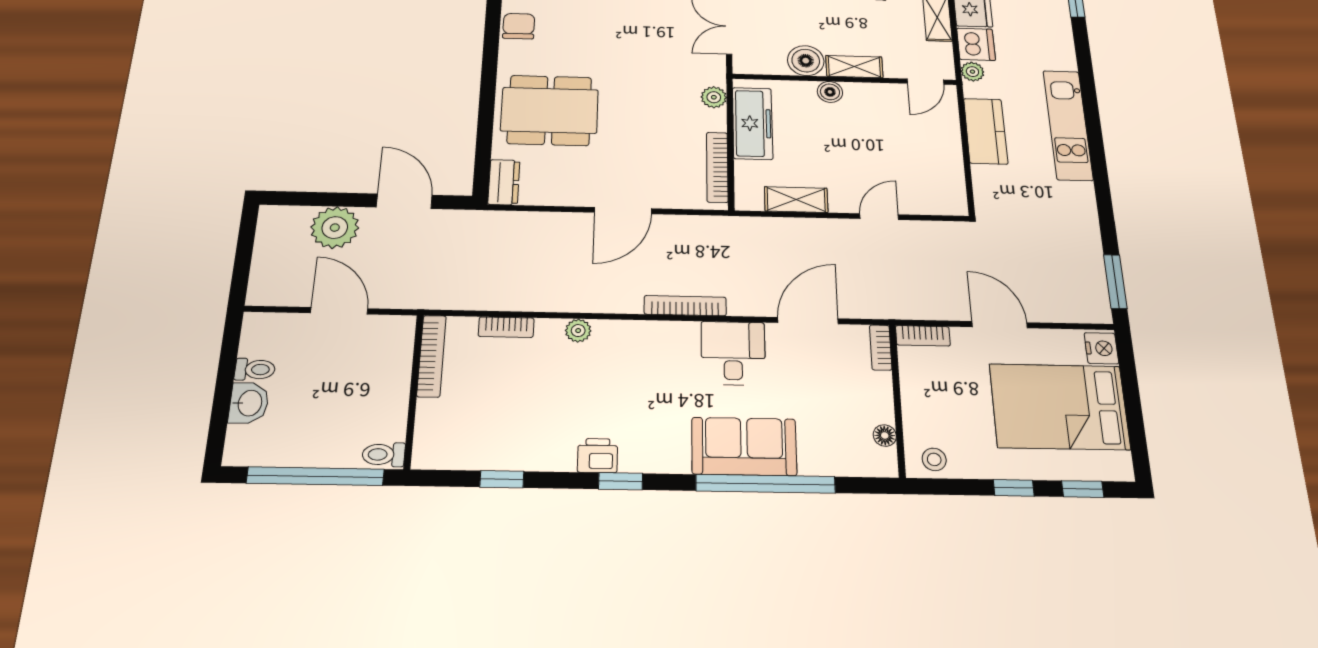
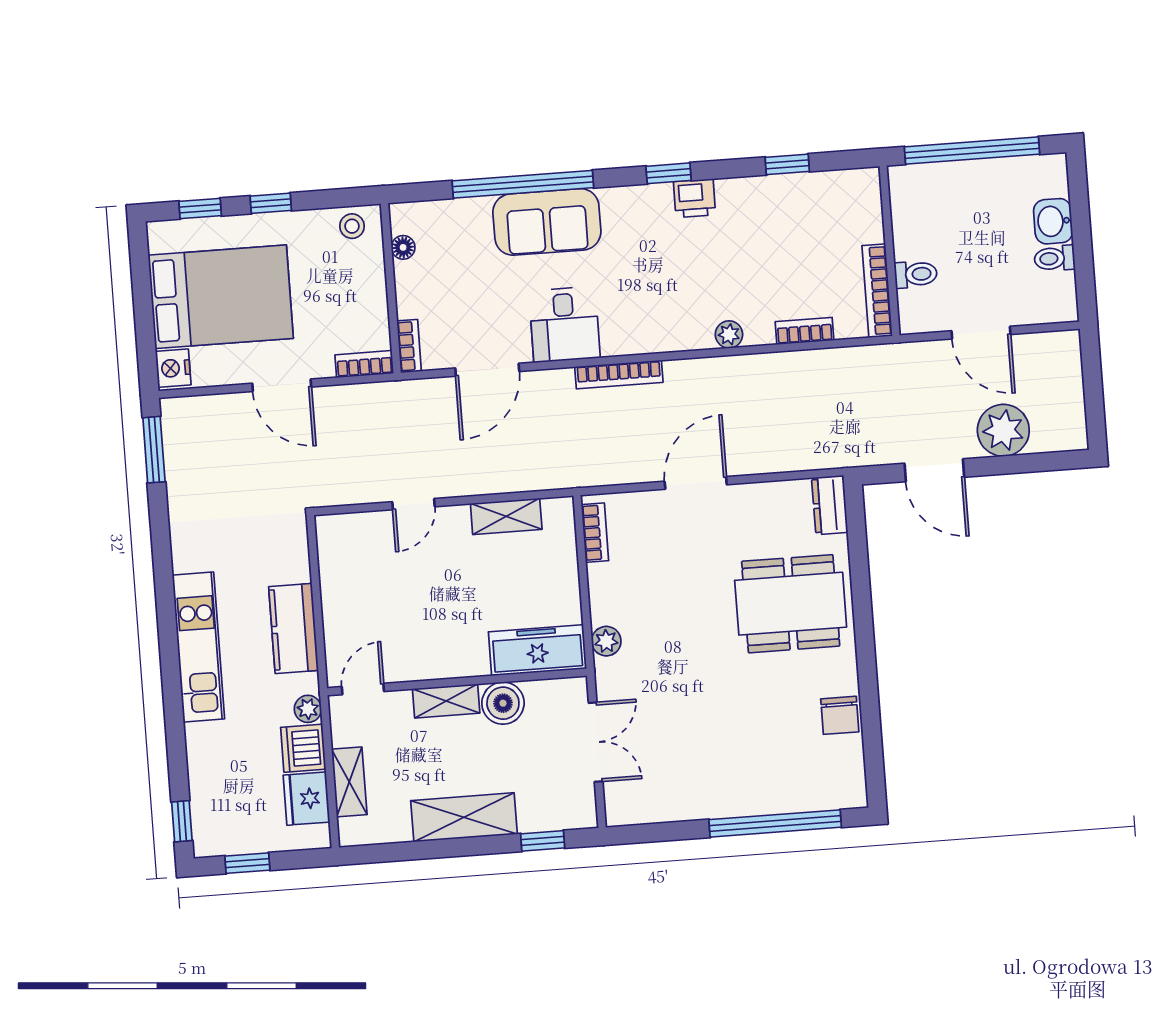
boiler: (830, 92) -> (473, 663), removed
freezer: (753, 123) -> (537, 650), moved, turned 90
bookcase: (717, 167) -> (595, 533), width x0.64
toilet: (384, 455) -> (916, 274), moved

